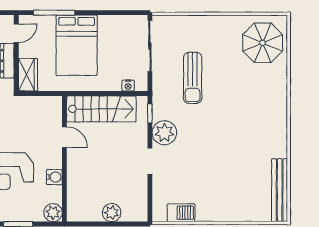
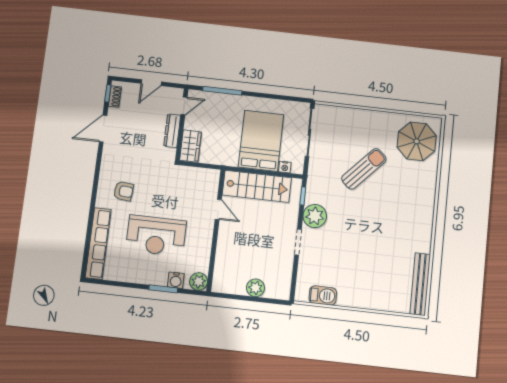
bed: (77, 45) -> (261, 141), moved, turned 180
sun lounger: (193, 78) -> (364, 169), moved, turned -137
water cooler: (54, 177) -> (176, 280), moved, turned 90

